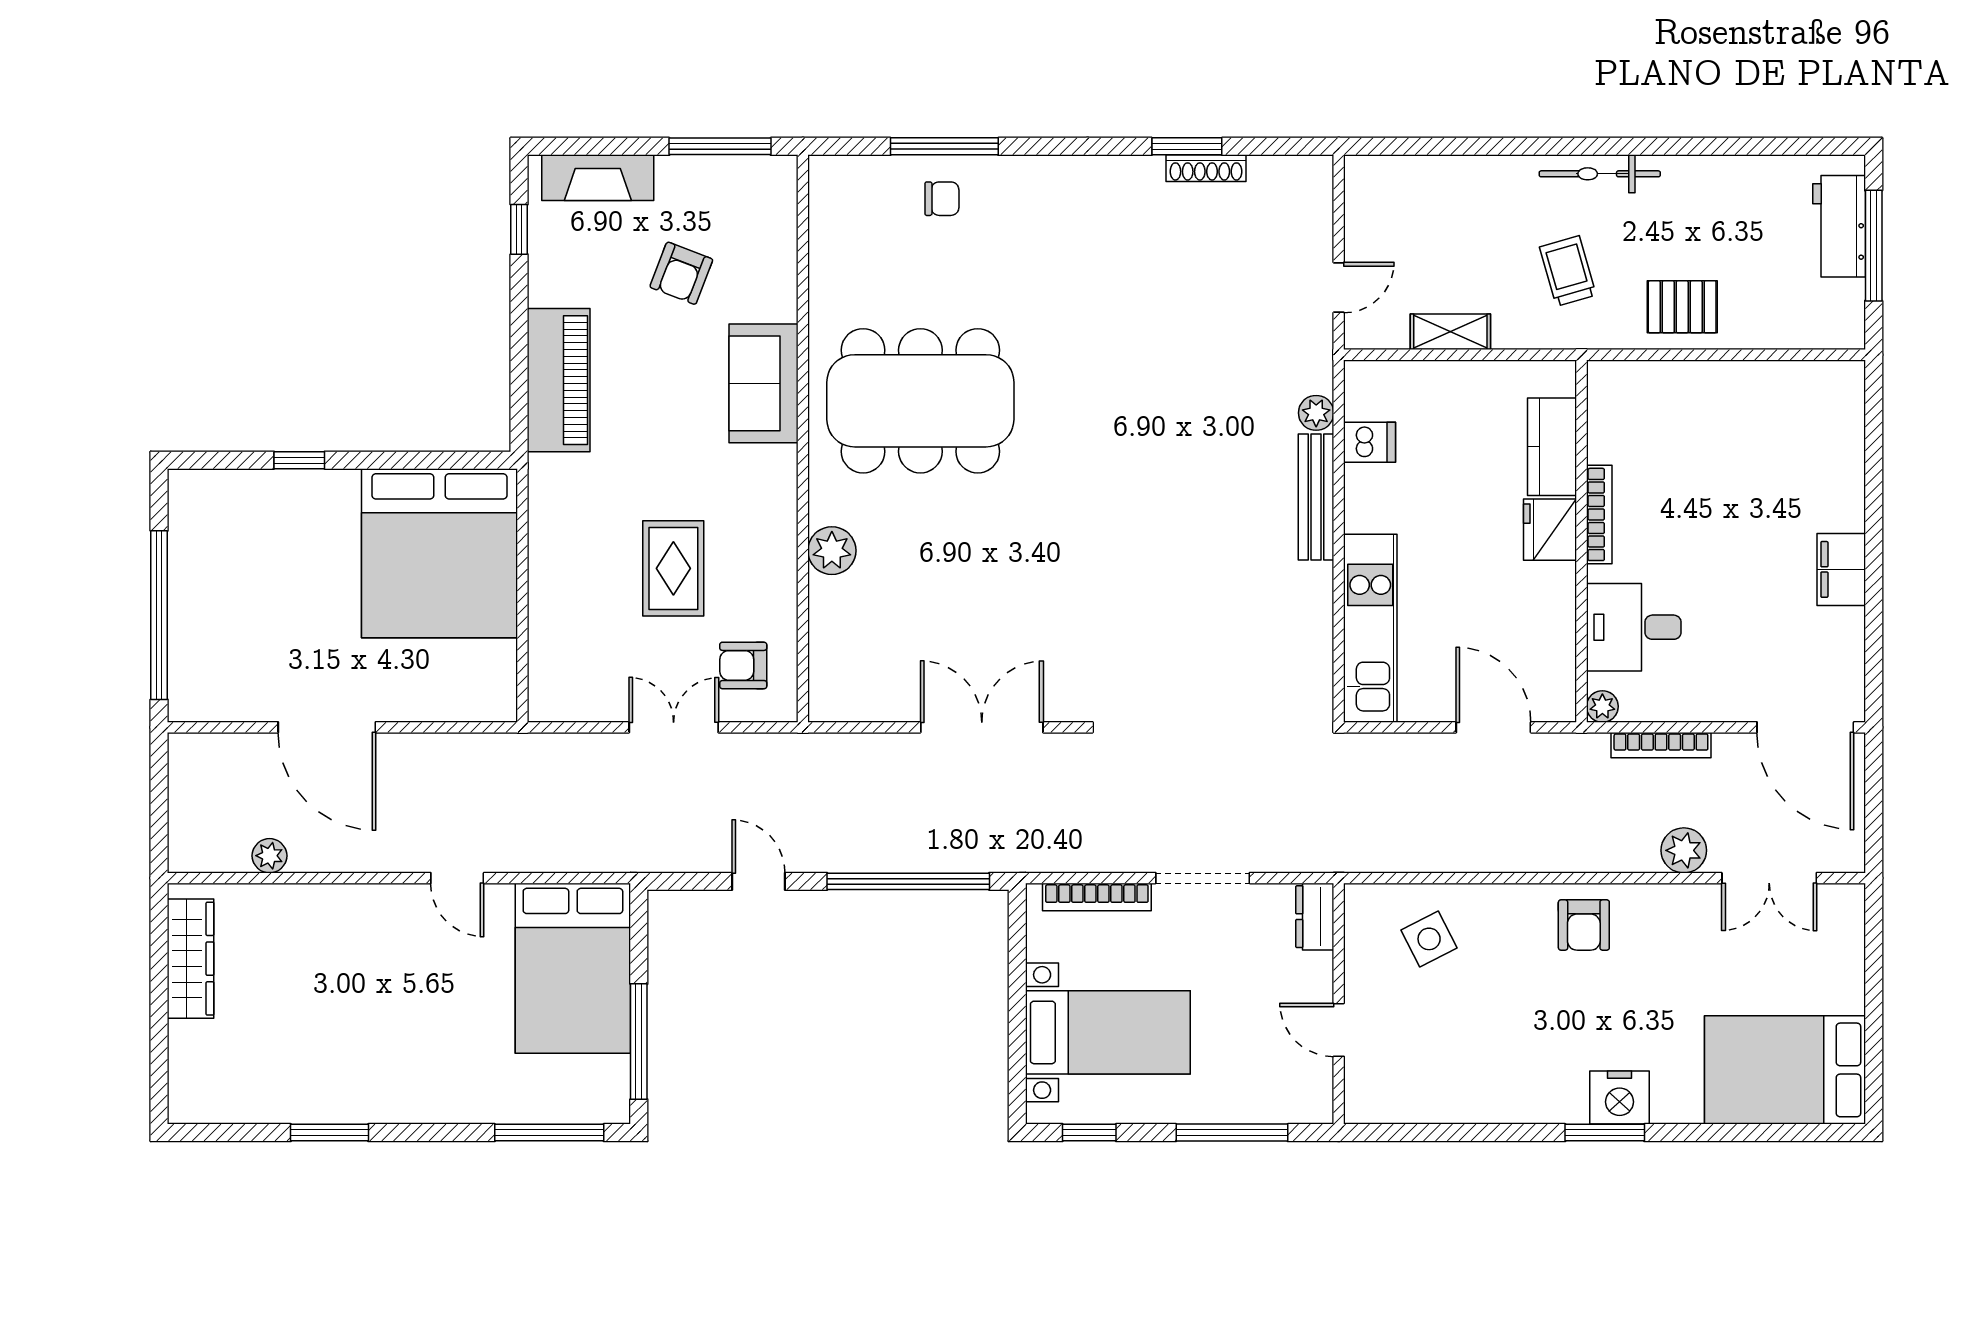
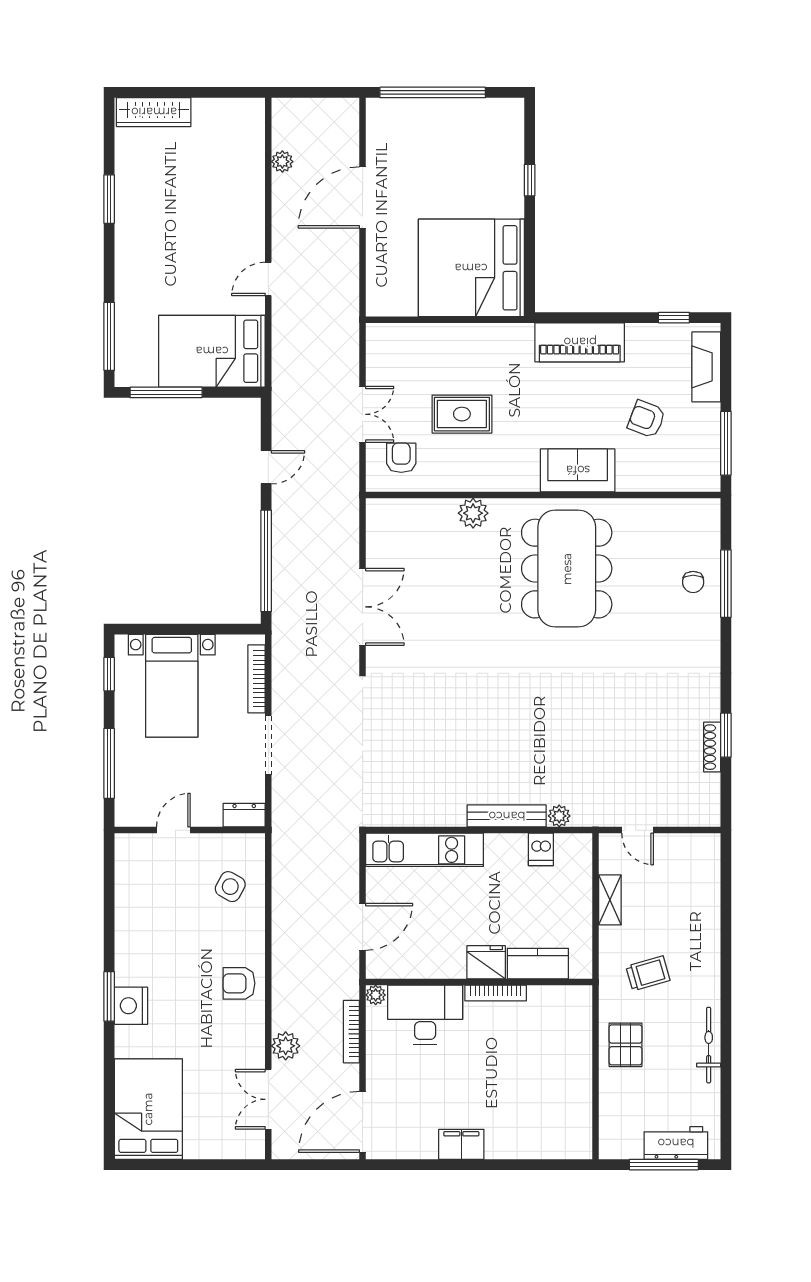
bicycle: (1600, 174) -> (709, 1045), moved
desk: (1634, 627) -> (425, 1015), width x1.37
side table: (1429, 939) -> (230, 887), turned -34
wardrobe: (191, 959) -> (154, 112), moved

